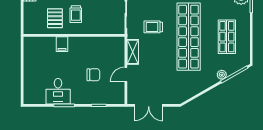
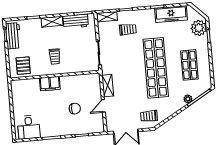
pallet: (55, 18) -> (23, 66), moved
trolley: (153, 27) -> (149, 116), moved
filing cabinet: (62, 44) -> (50, 84), width x2.00
desk: (58, 91) -> (29, 127), moved

